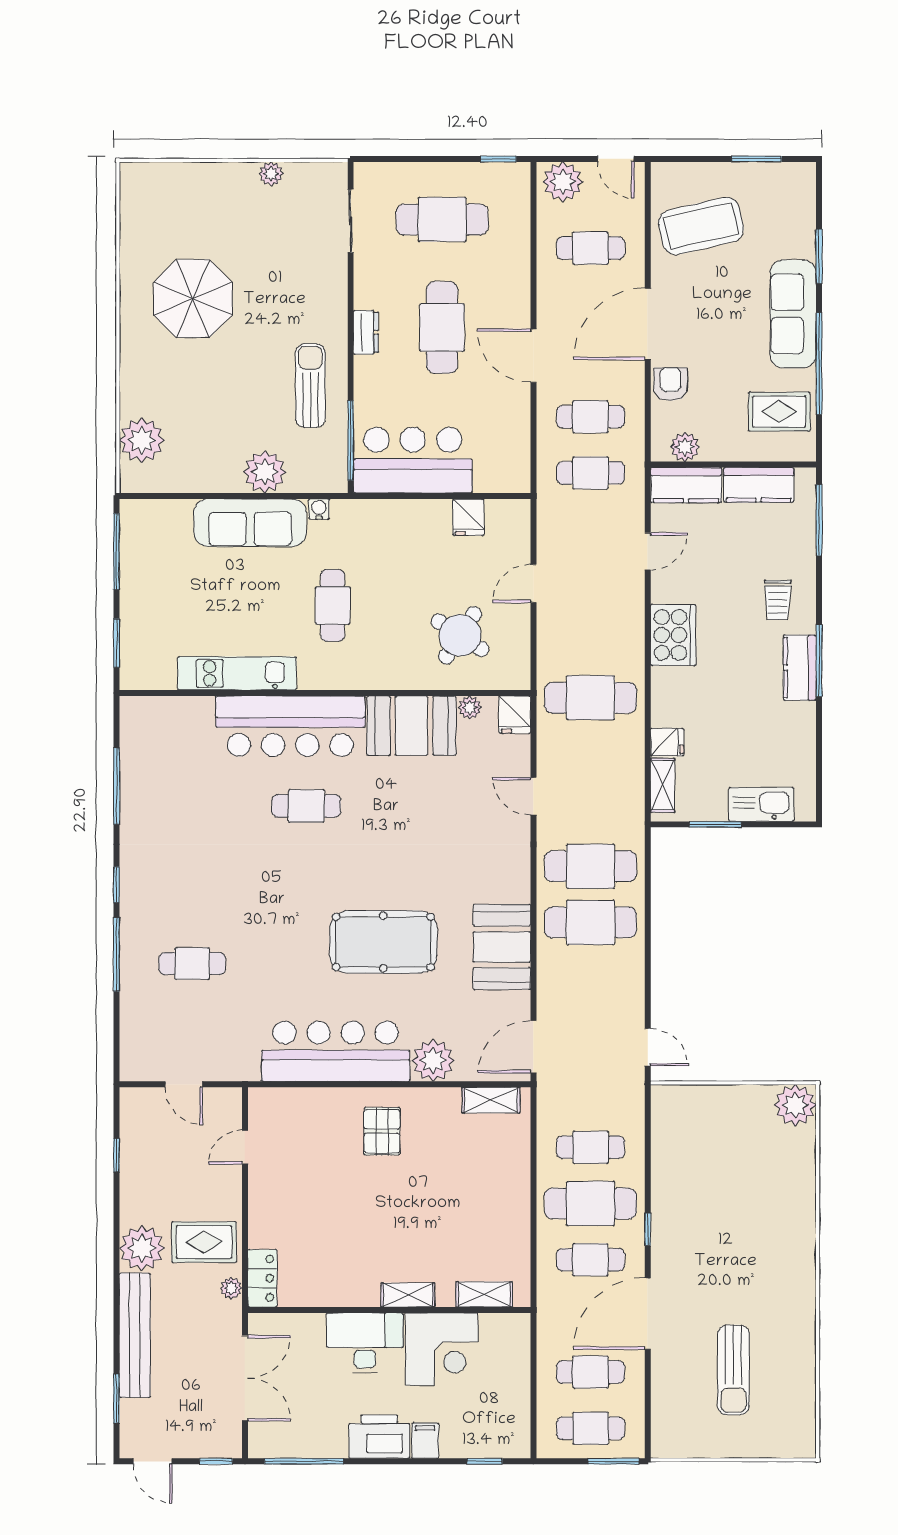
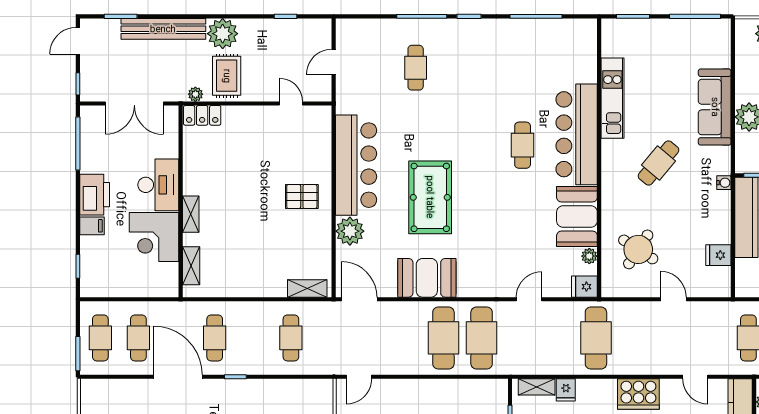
water cooler: (319, 509) -> (724, 183), moved
cafe table: (333, 605) -> (659, 163), turned -50
shelving: (491, 1100) -> (307, 288), moved, turned 90
cafe table: (591, 1203) -> (253, 338), removed

